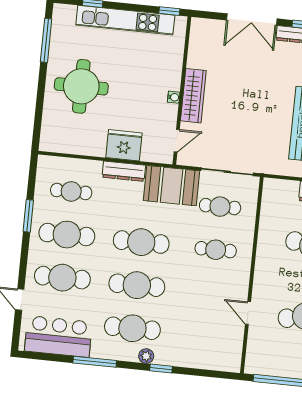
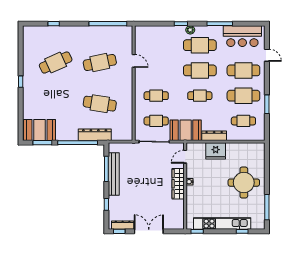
cafe table: (141, 242) -> (200, 96), width x0.73, depth x0.74

